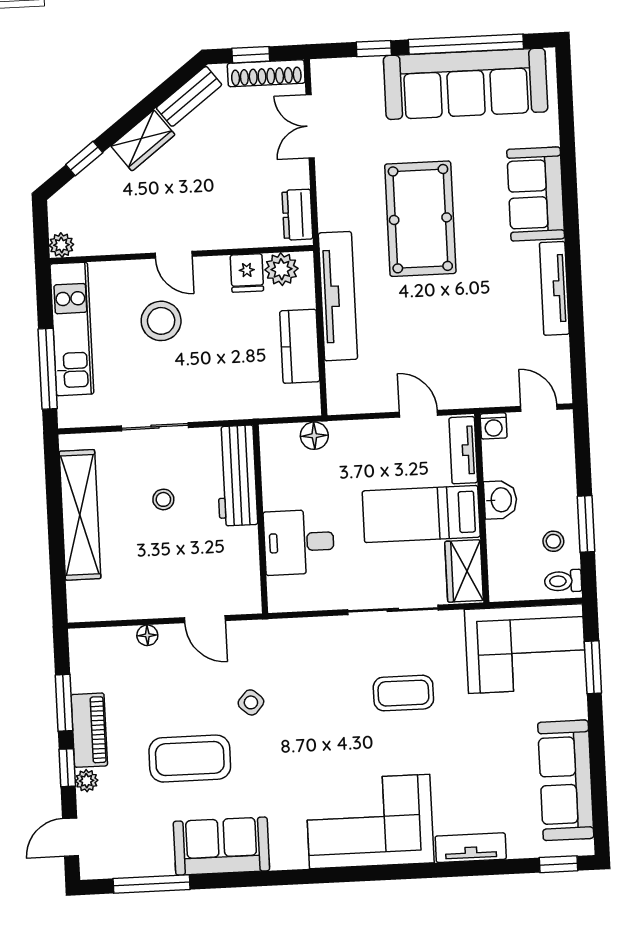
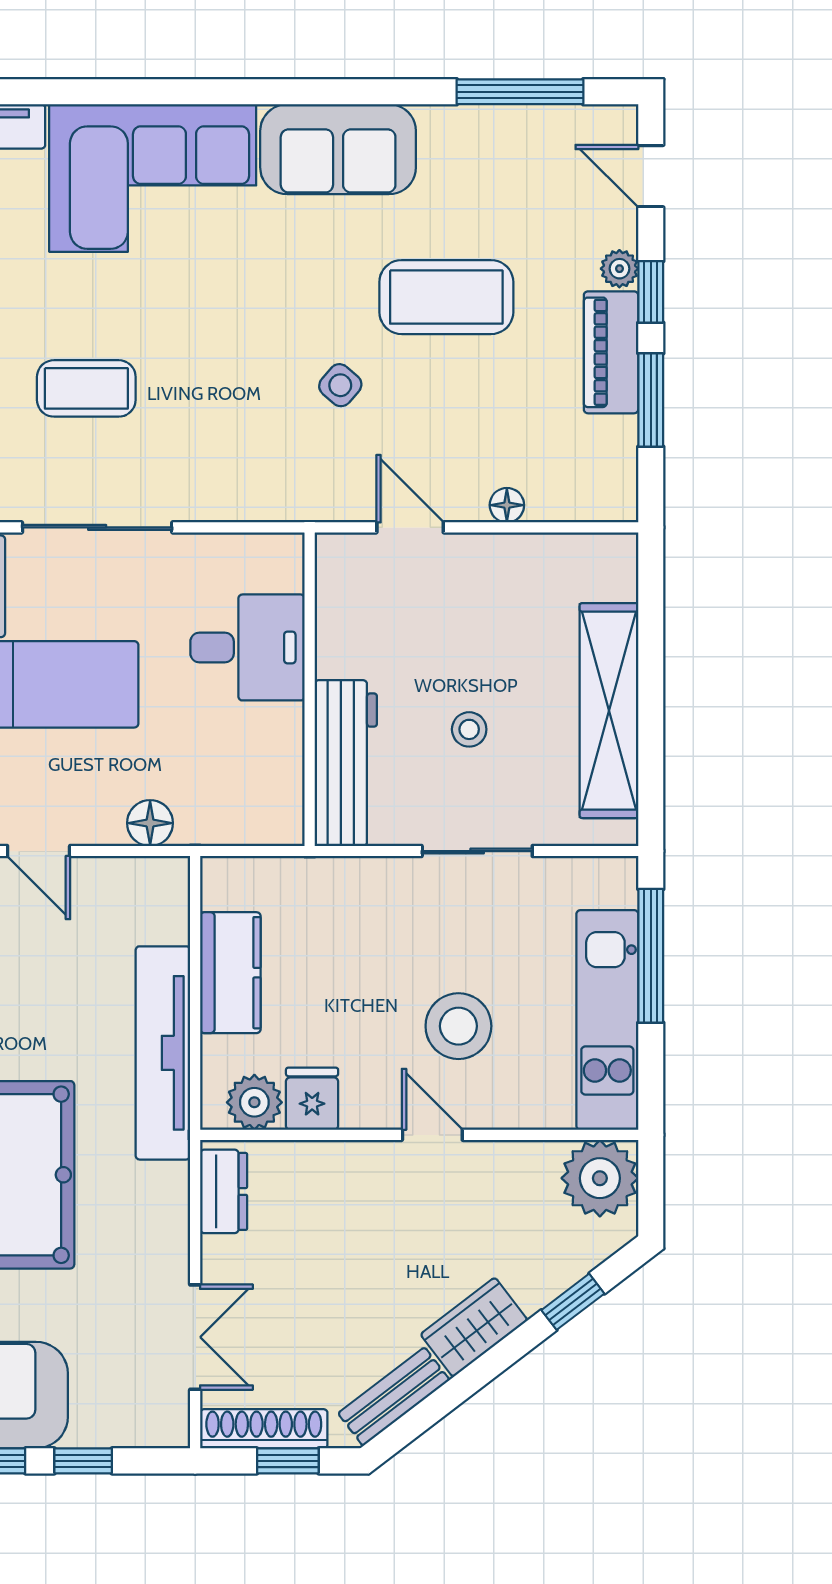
plant: (61, 245) -> (600, 1178), width x1.88, depth x1.88
floor lamp: (314, 436) -> (150, 823), moved
door: (71, 837) -> (651, 176), swing flipped
sofa: (221, 846) -> (338, 149), moved

